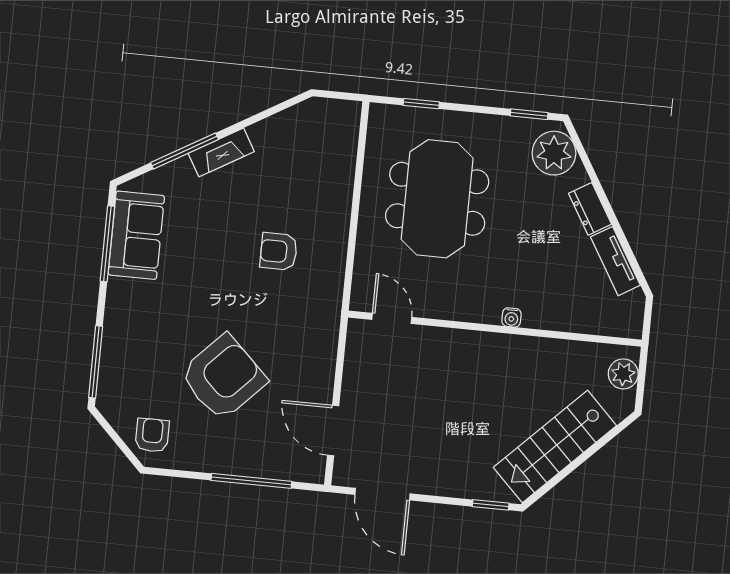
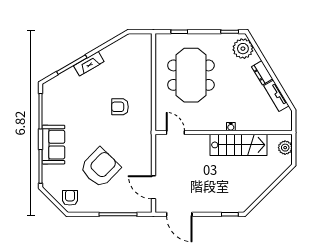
sofa: (136, 235) -> (53, 145), moved
stairs: (555, 447) -> (239, 145), moved, turned -135

